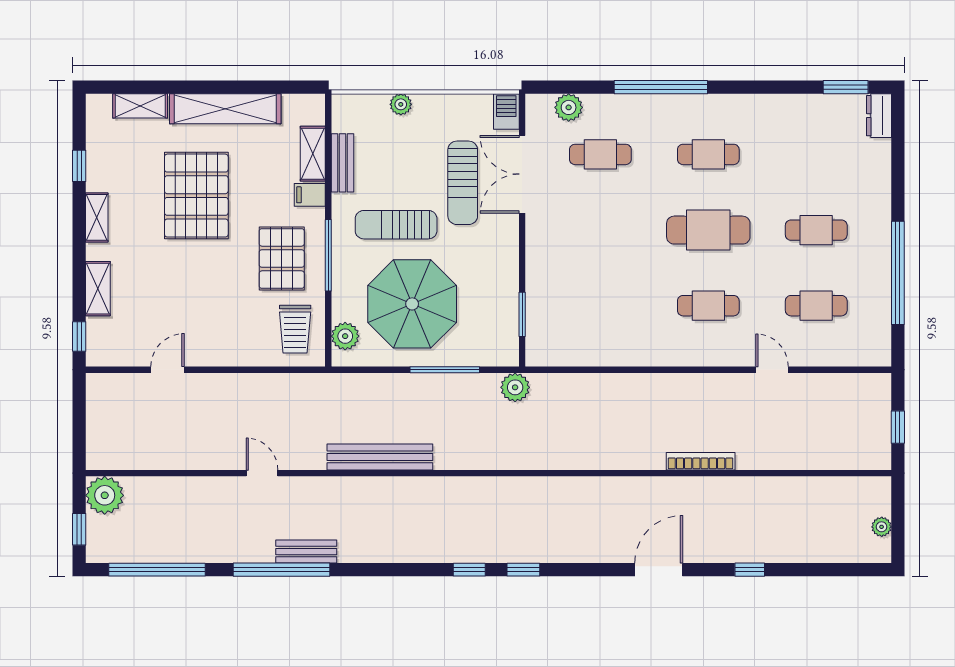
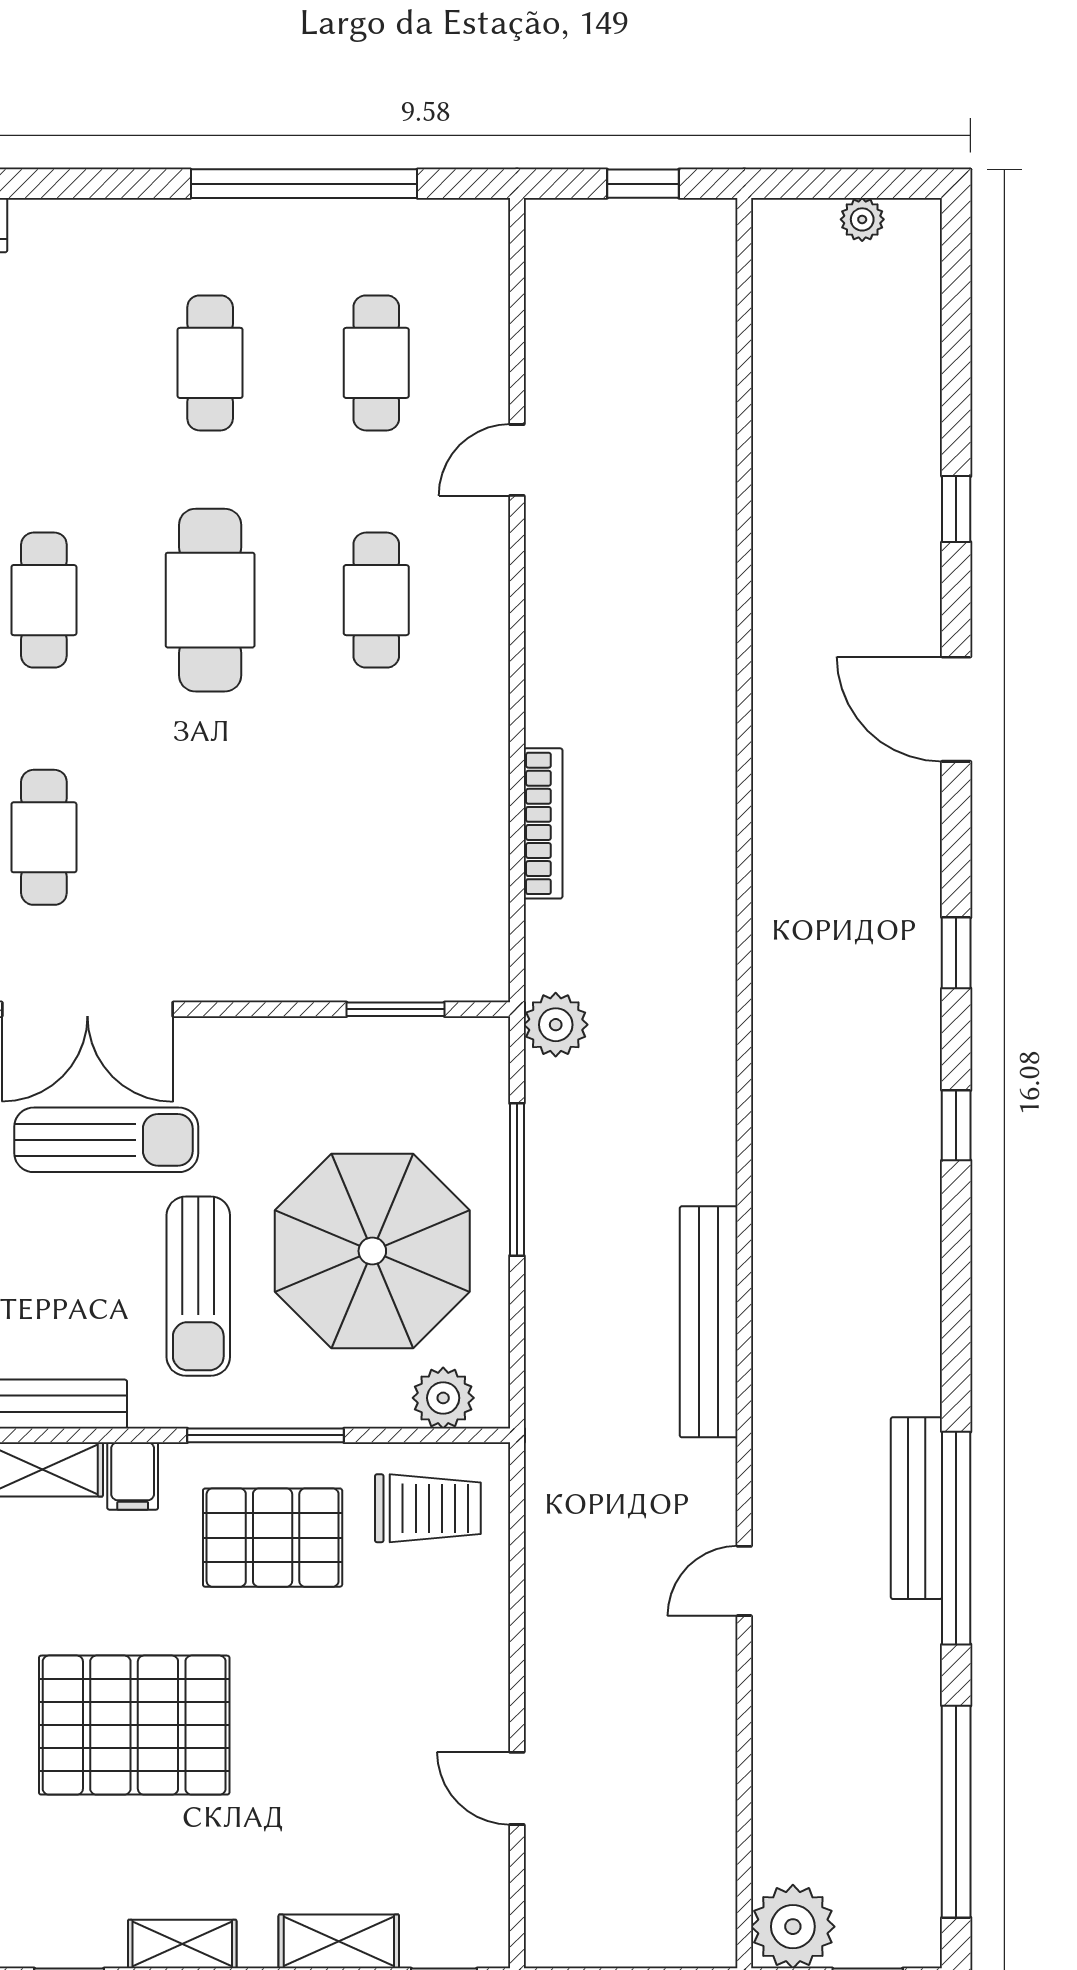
bookcase: (701, 461) -> (543, 823), moved, turned 180
bench: (306, 552) -> (916, 1508), width x1.36
window: (523, 570) -> (956, 953), moved

